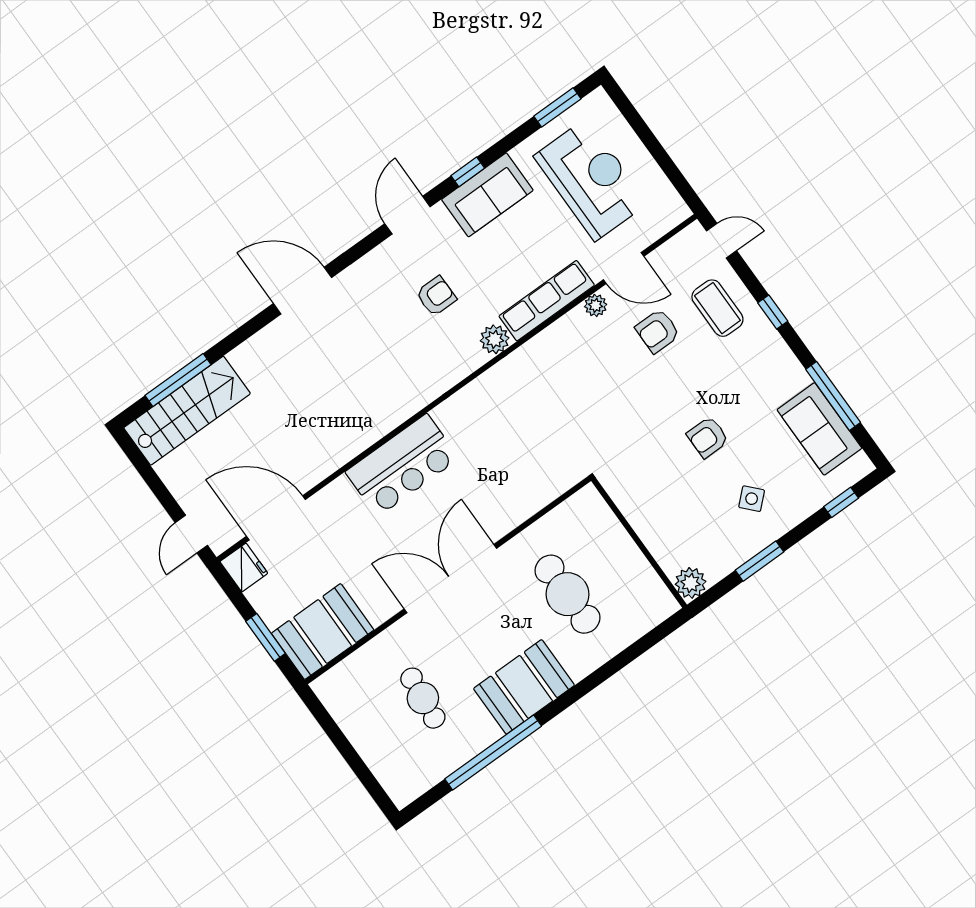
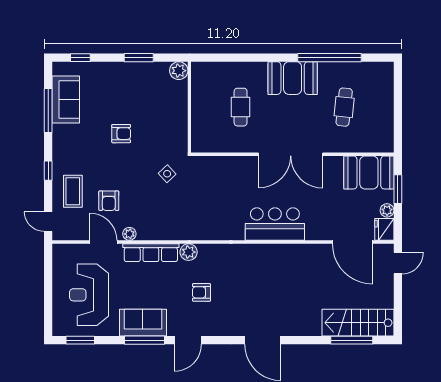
window: (468, 172) -> (144, 340), width x2.17
armchair: (658, 331) -> (109, 201), turned 90
side table: (752, 499) -> (167, 174), moved
cafe table: (567, 594) -> (241, 107), width x0.73, depth x0.74
plant: (259, 597) -> (387, 210), added

